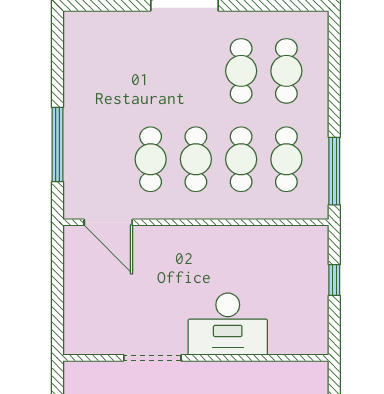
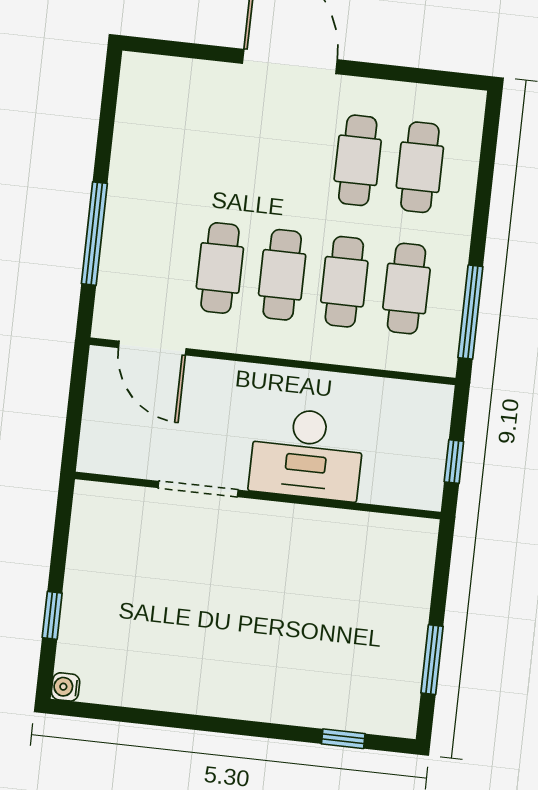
desk: (228, 324) -> (307, 454), moved
doorway: (152, 358) -> (198, 489), moved
wall: (196, 358) -> (258, 495), moved

